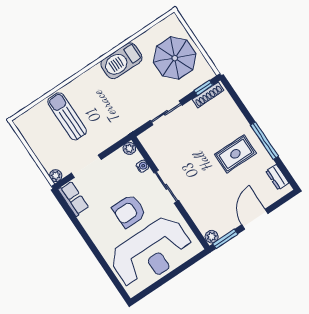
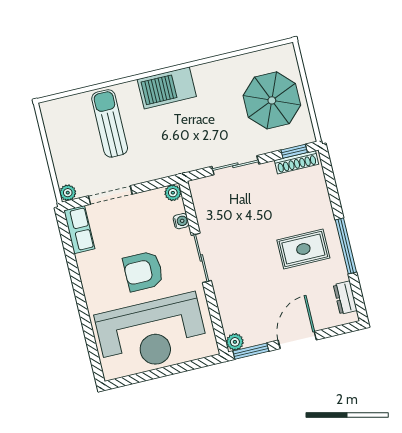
barbecue: (122, 61) -> (167, 88), moved

